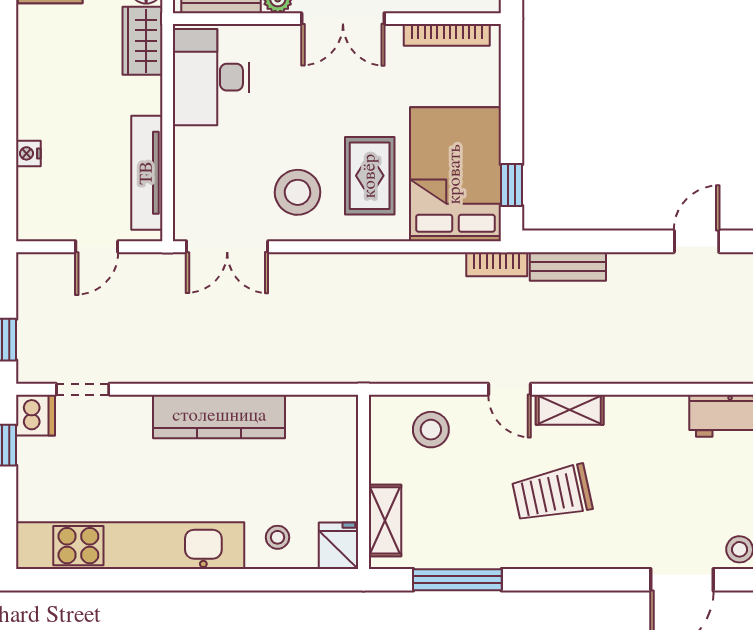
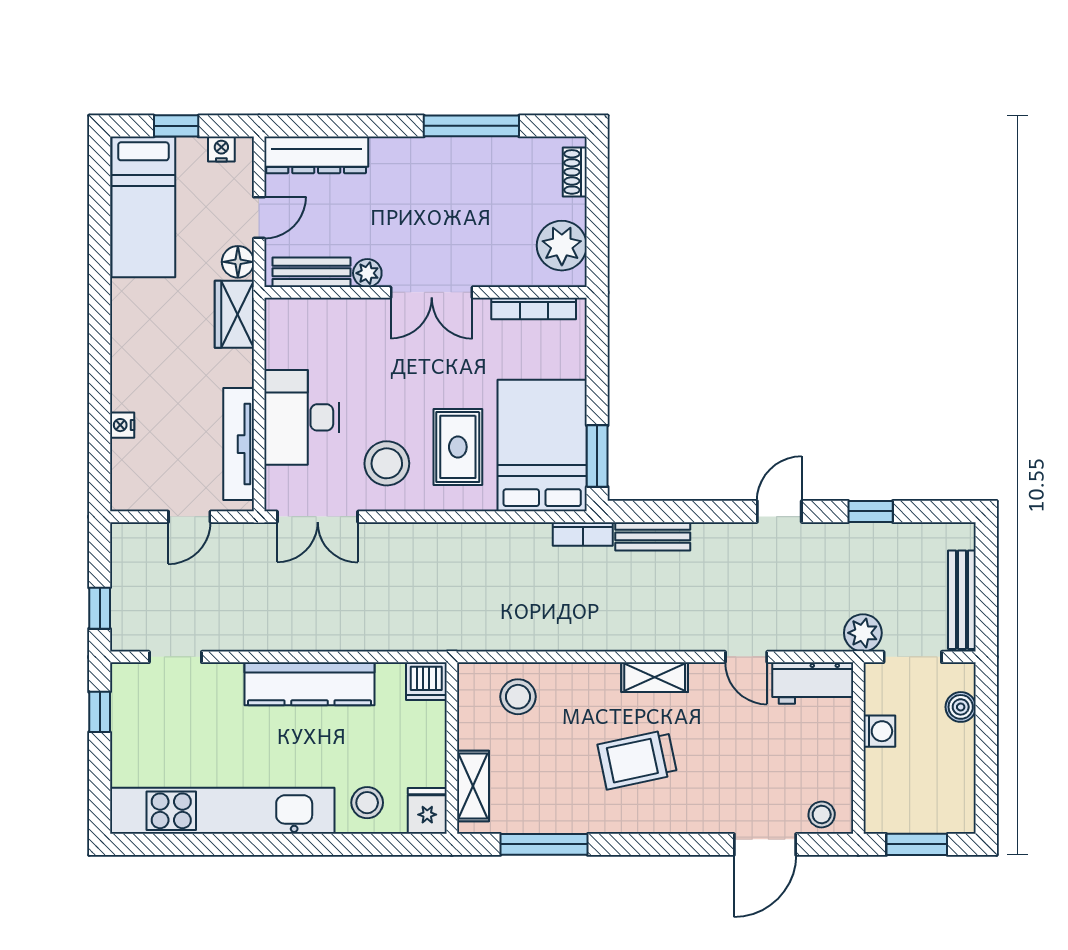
desk: (211, 77) -> (302, 417), moved
window: (511, 185) -> (597, 456), width x1.50
door: (509, 389) -> (746, 657), moved
dishwasher: (35, 415) -> (426, 681), moved, turned 90
stool: (277, 537) -> (367, 803), width x1.37, depth x1.37

